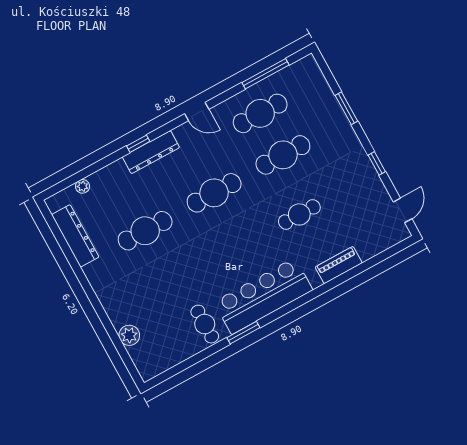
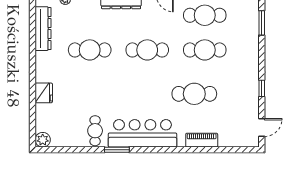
window: (346, 108) -> (262, 23), moved
cafe table: (299, 214) -> (194, 94), width x1.37, depth x1.35
fridge: (118, 312) -> (44, 93), added
plant: (129, 335) -> (43, 140), moved

